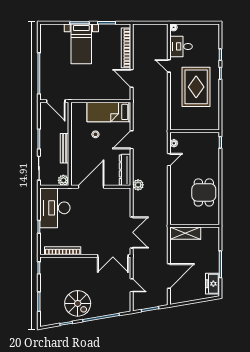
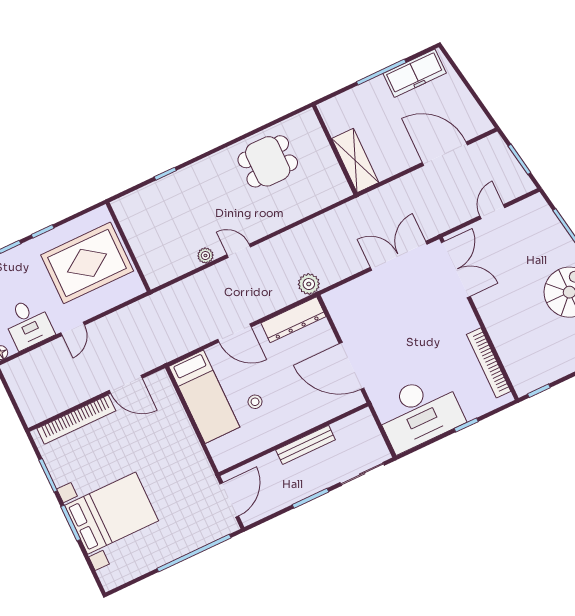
bed with nightstands: (81, 44) -> (112, 513), width x1.36
door: (132, 78) -> (126, 384), hinge flipped
wall: (195, 131) -> (128, 247), moved
plant: (63, 180) -> (363, 420), removed
freezer: (213, 284) -> (415, 73), width x1.40

